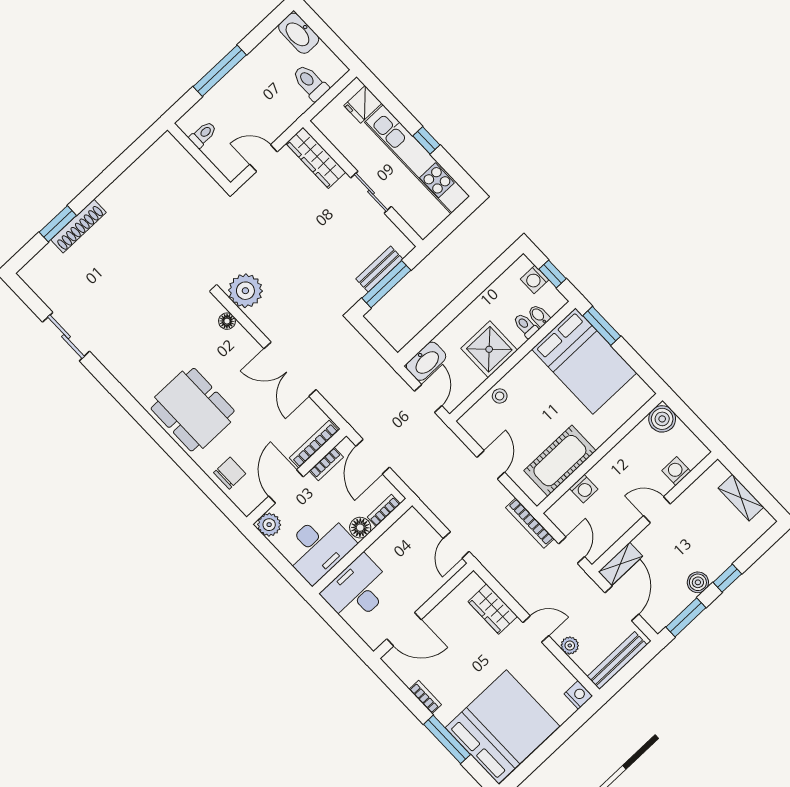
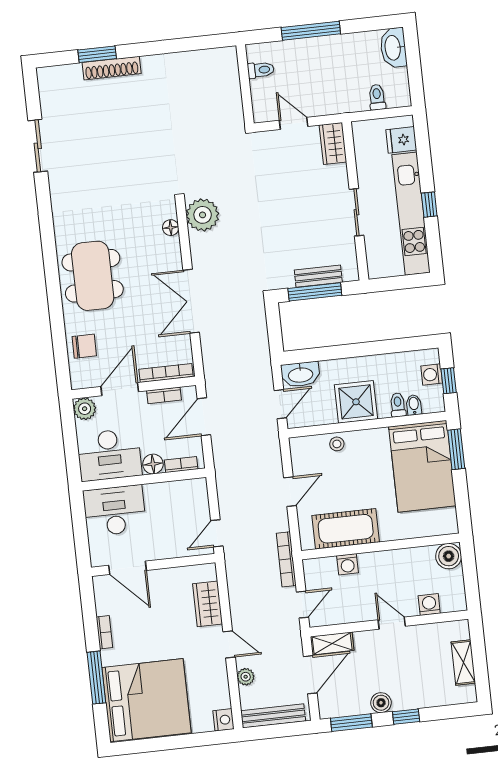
toilet: (310, 83) -> (377, 97), width x0.73, depth x0.72
wardrobe: (316, 158) -> (333, 144), width x0.67

